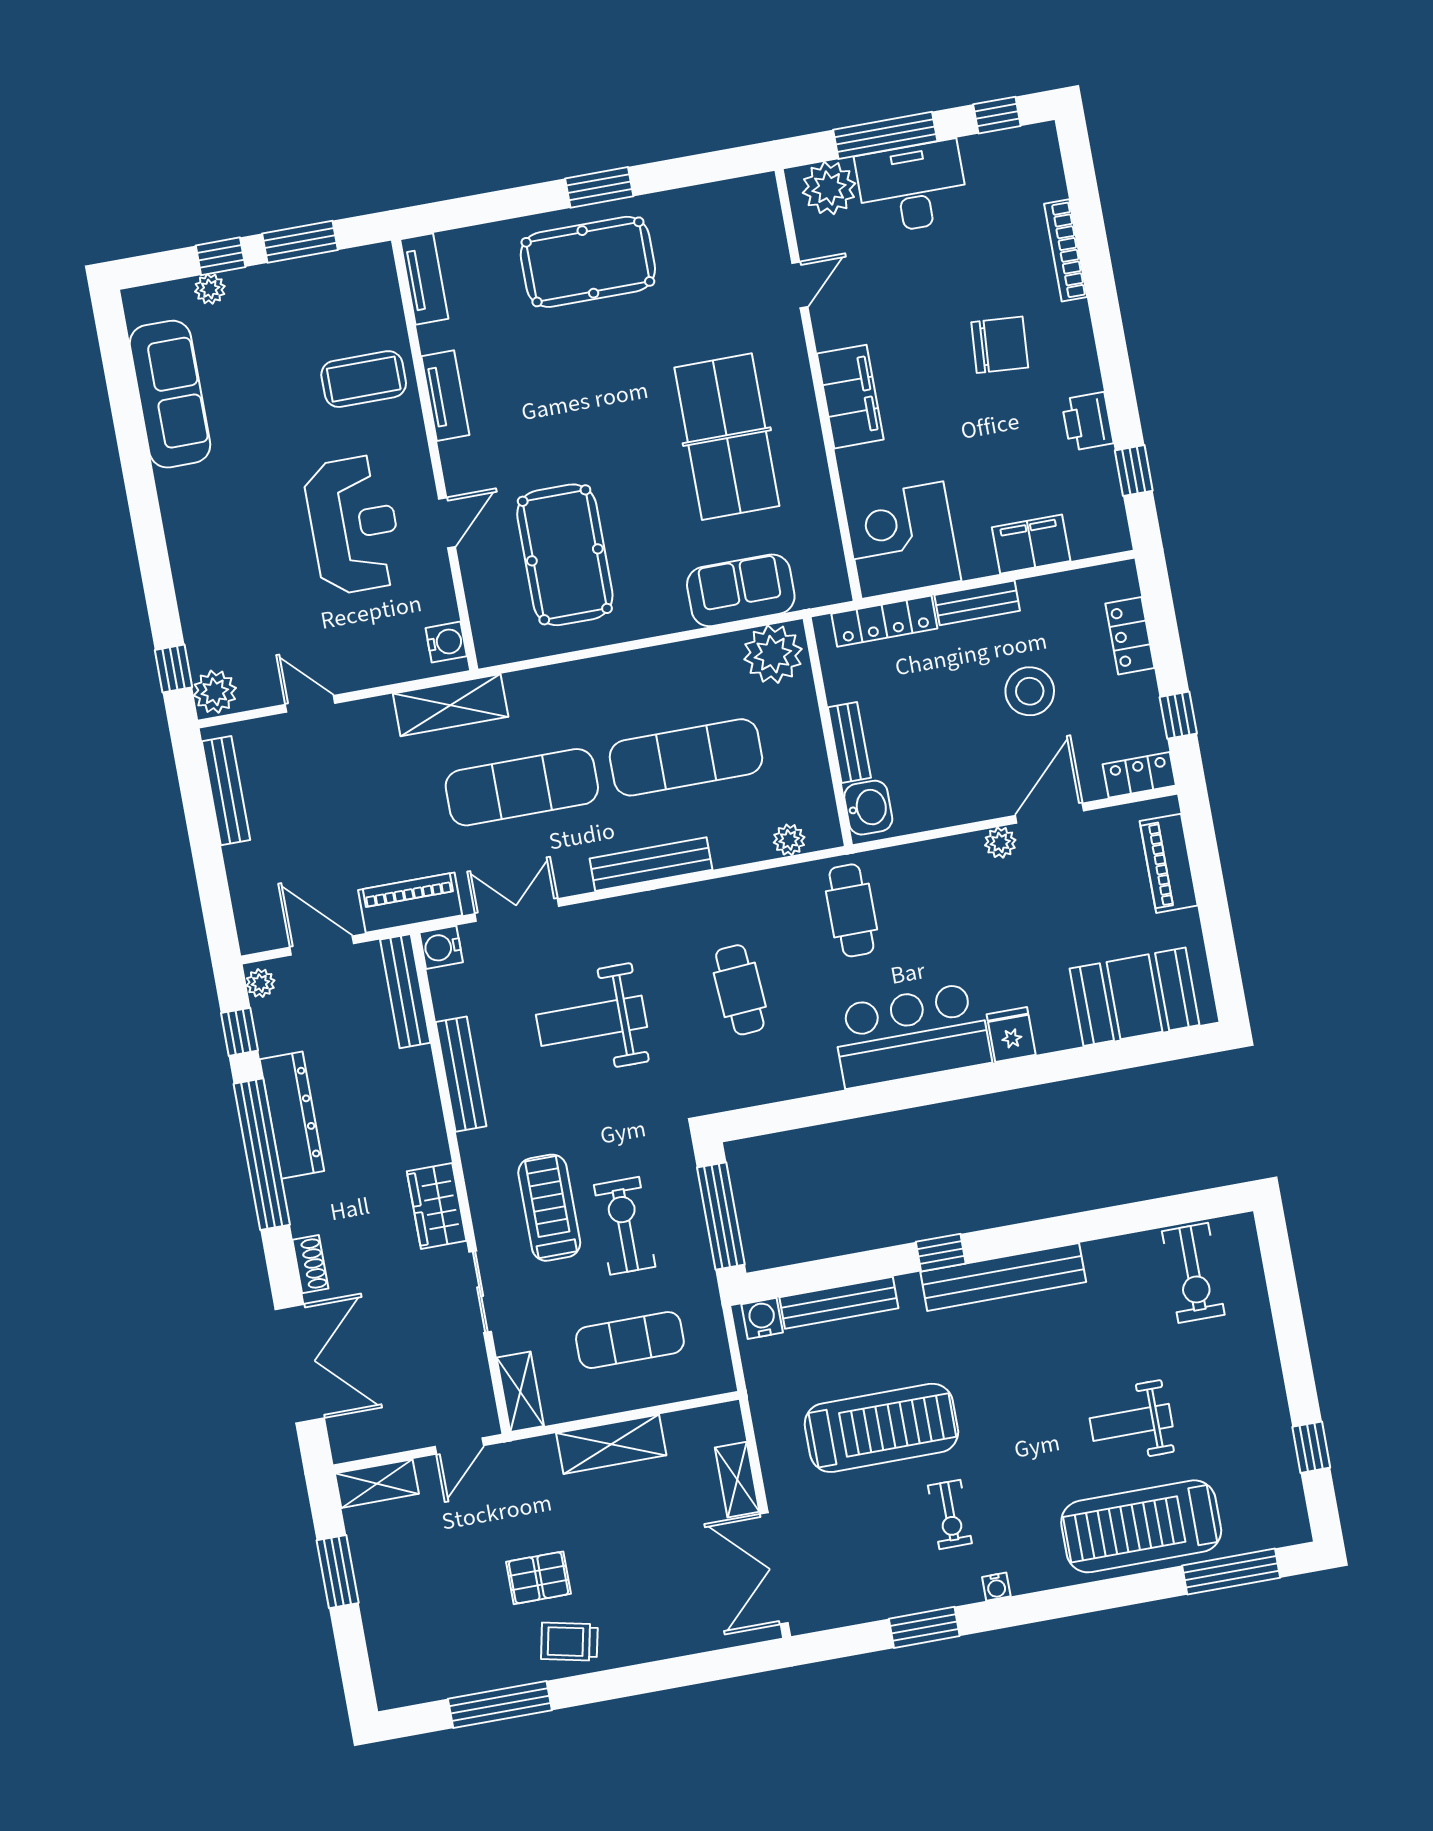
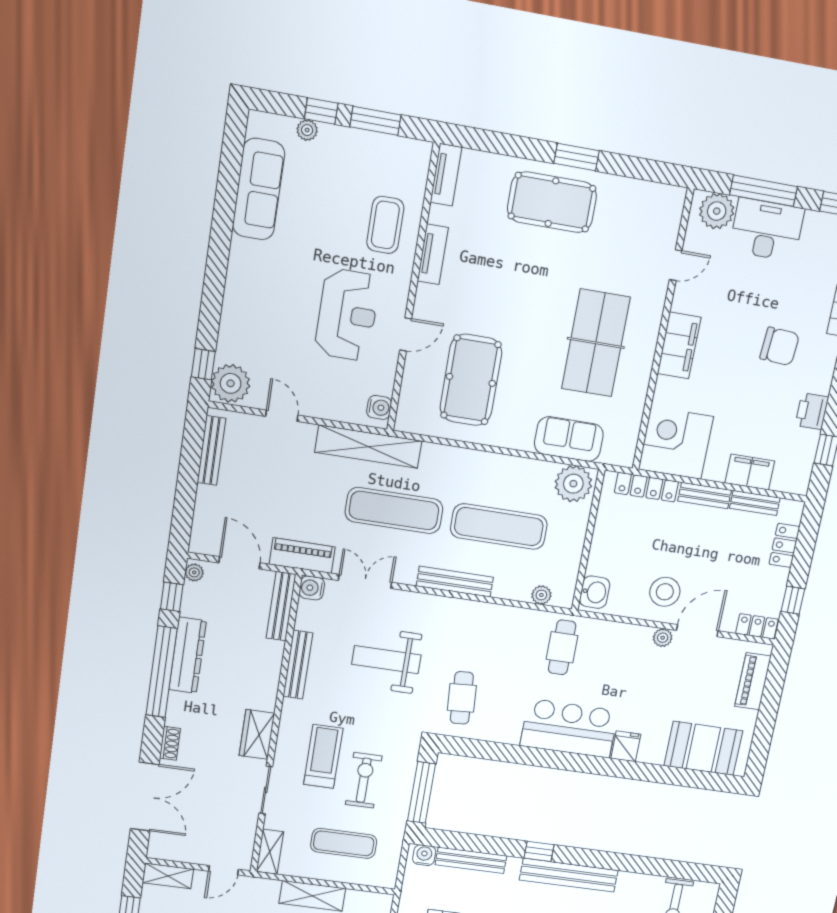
coffee table: (364, 379) -> (385, 225), turned 90
stool: (1030, 691) -> (665, 592), moved
plant: (215, 692) -> (231, 383), width x1.36, depth x1.36
shelving: (451, 705) -> (368, 447), width x1.47
bench: (849, 743) -> (755, 503), moved, turned 90
cafe table: (740, 990) -> (462, 698), moved

